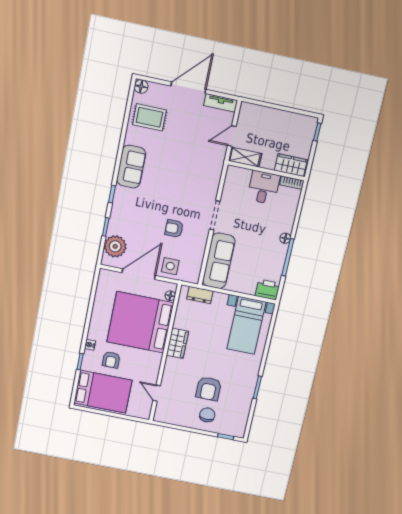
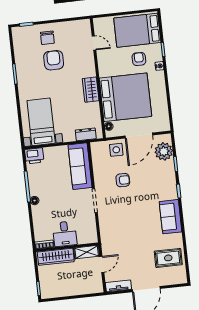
floor lamp: (141, 86) -> (182, 278), removed
wardrobe: (291, 165) -> (56, 257), width x1.50

